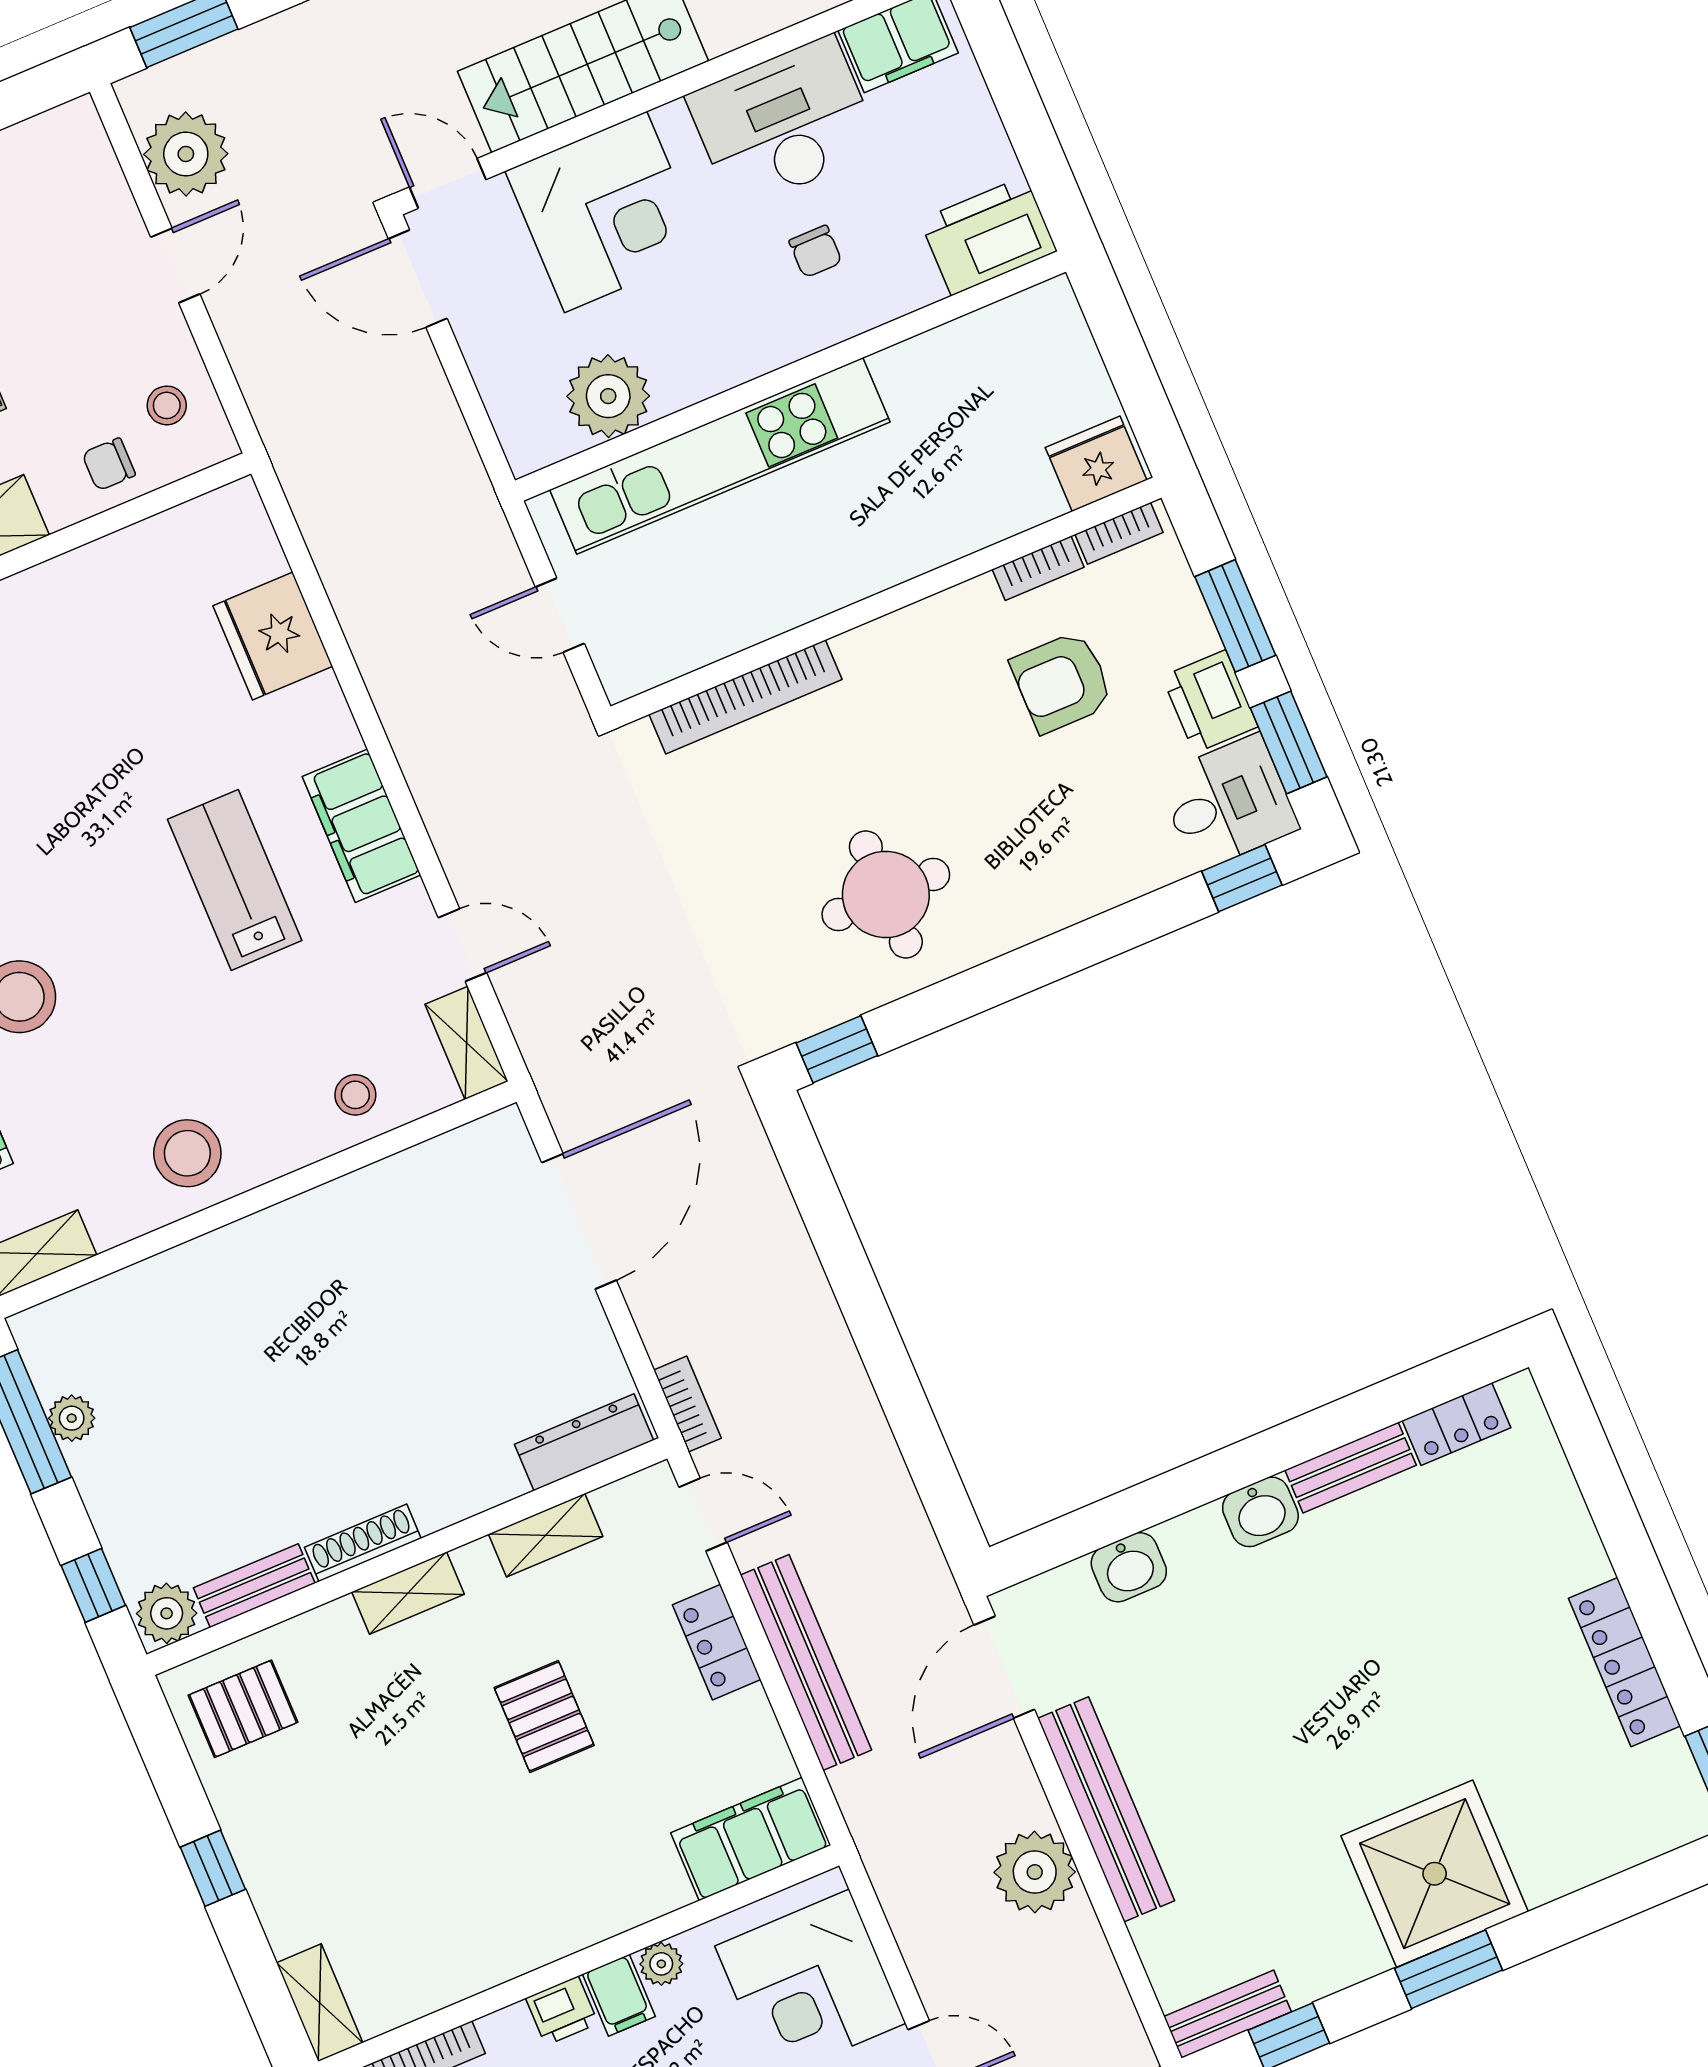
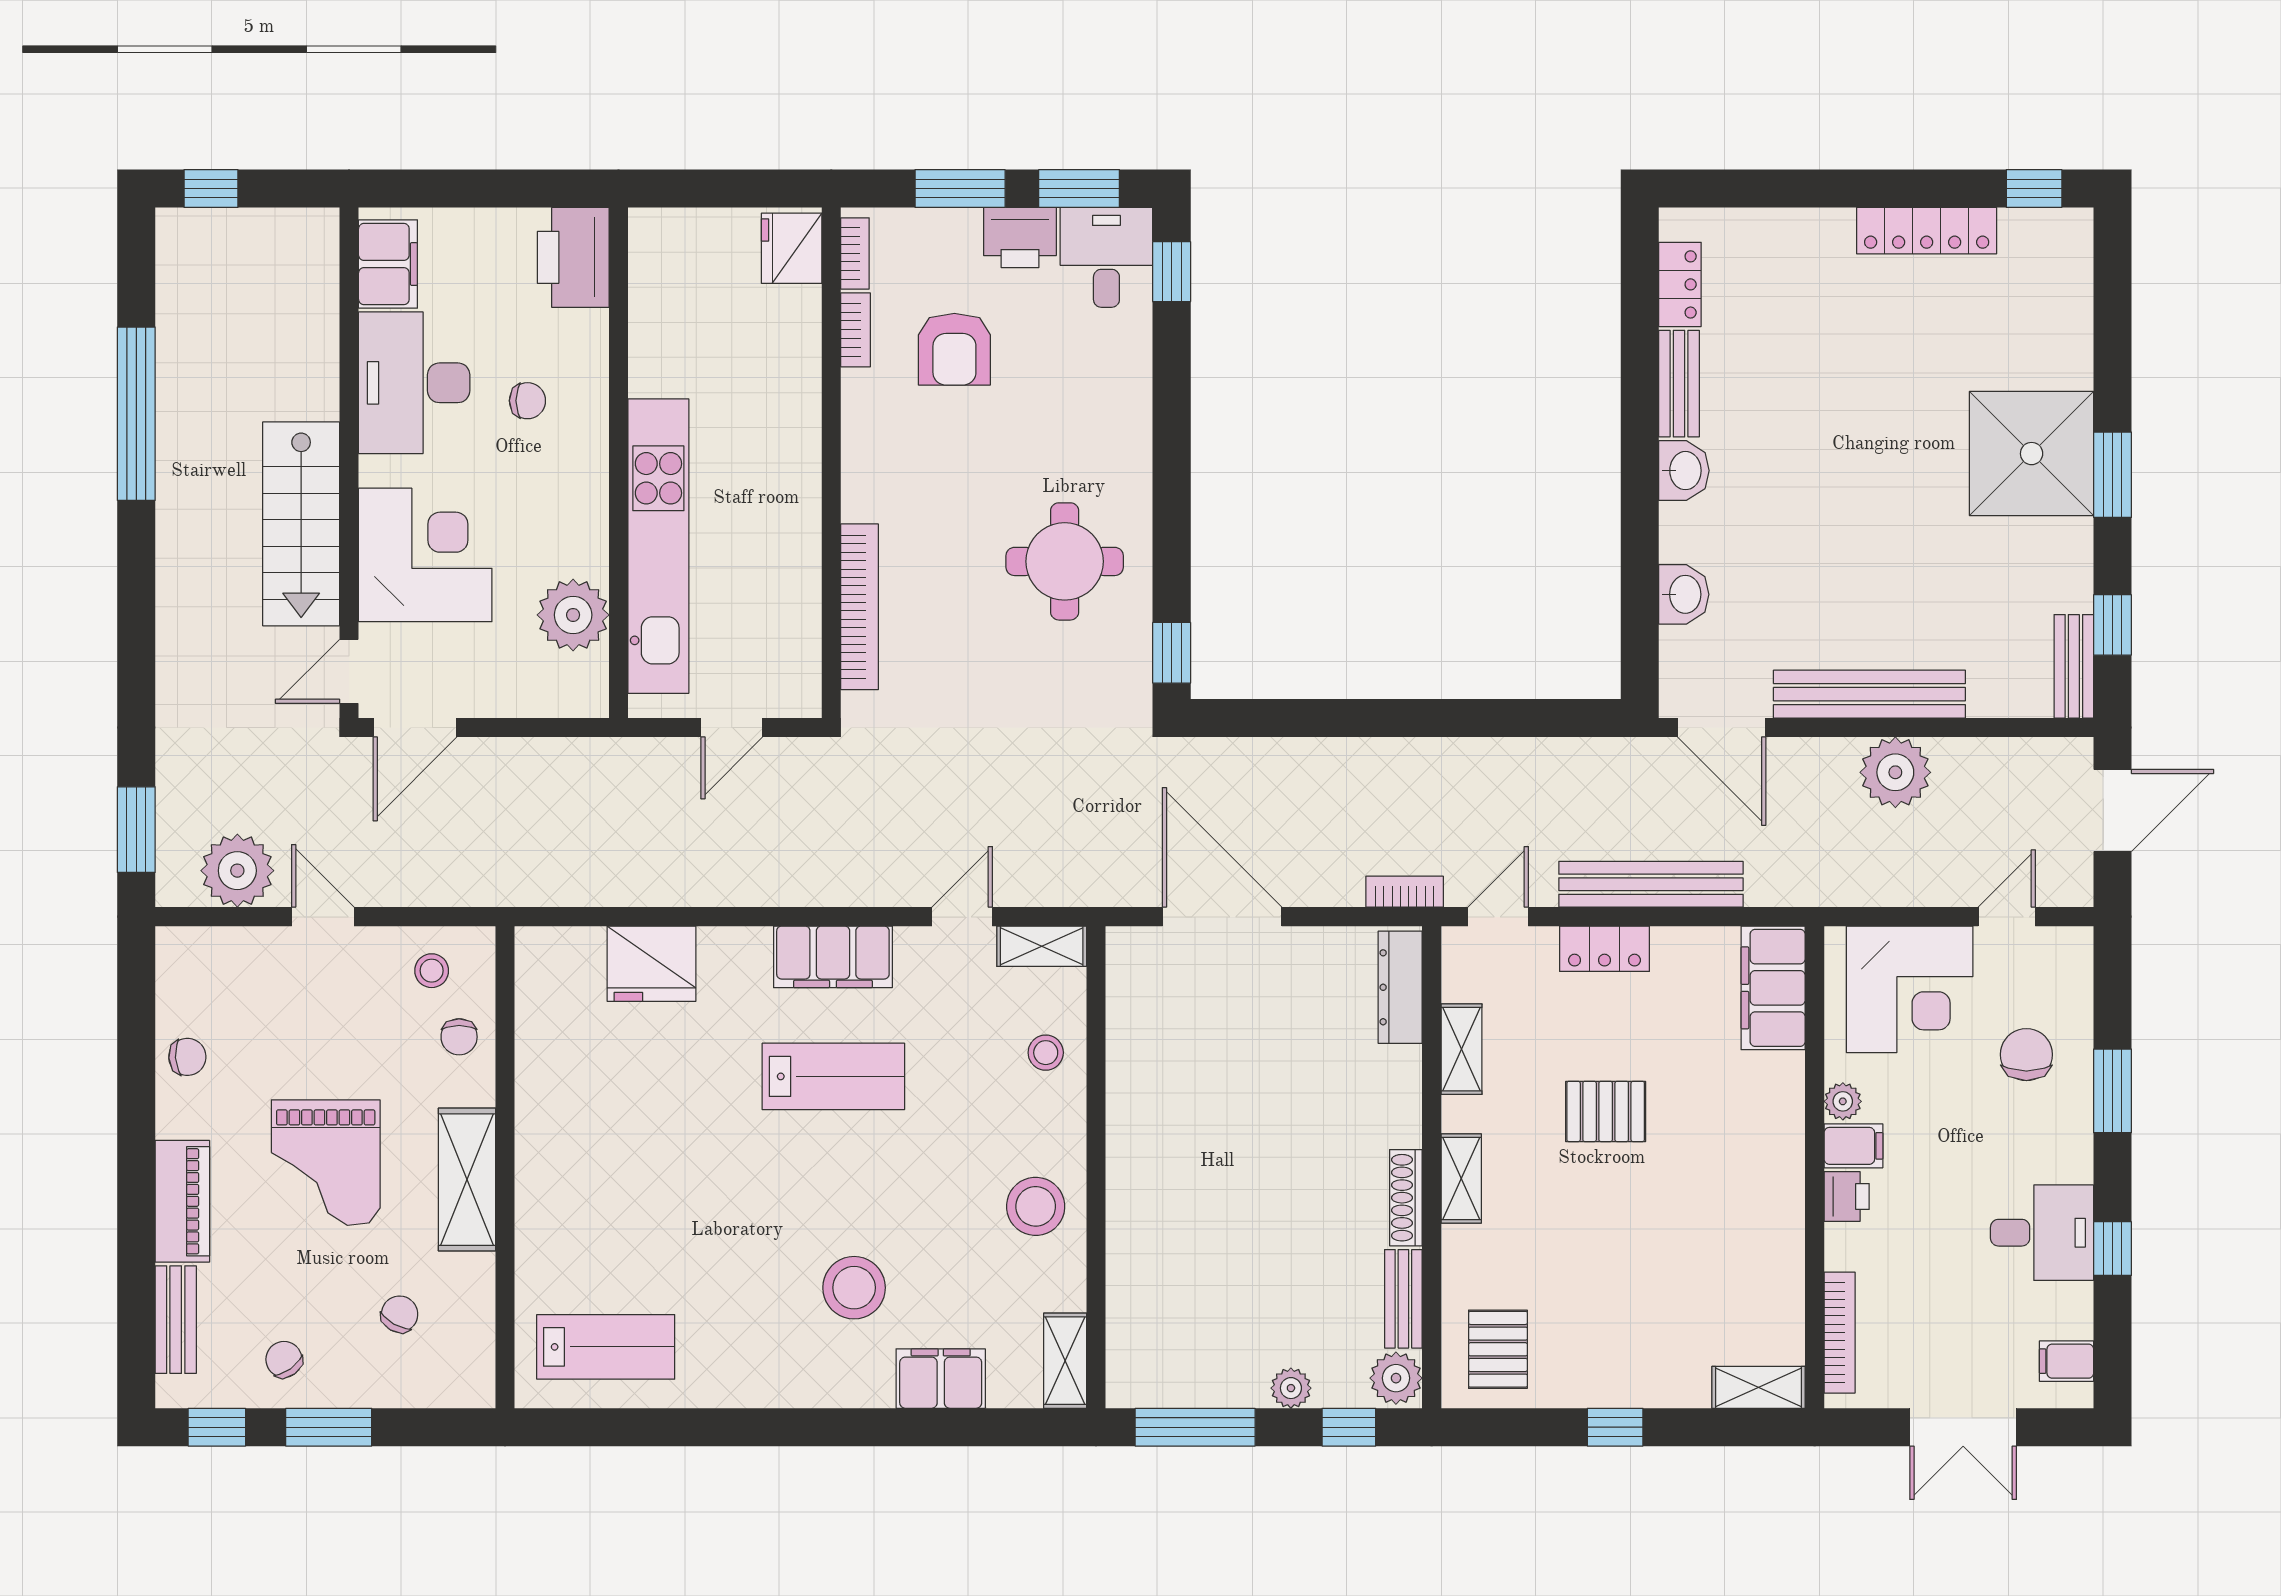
lab bench: (235, 880) -> (833, 1076), turned 180
plant: (72, 1418) -> (1291, 1388), moved

